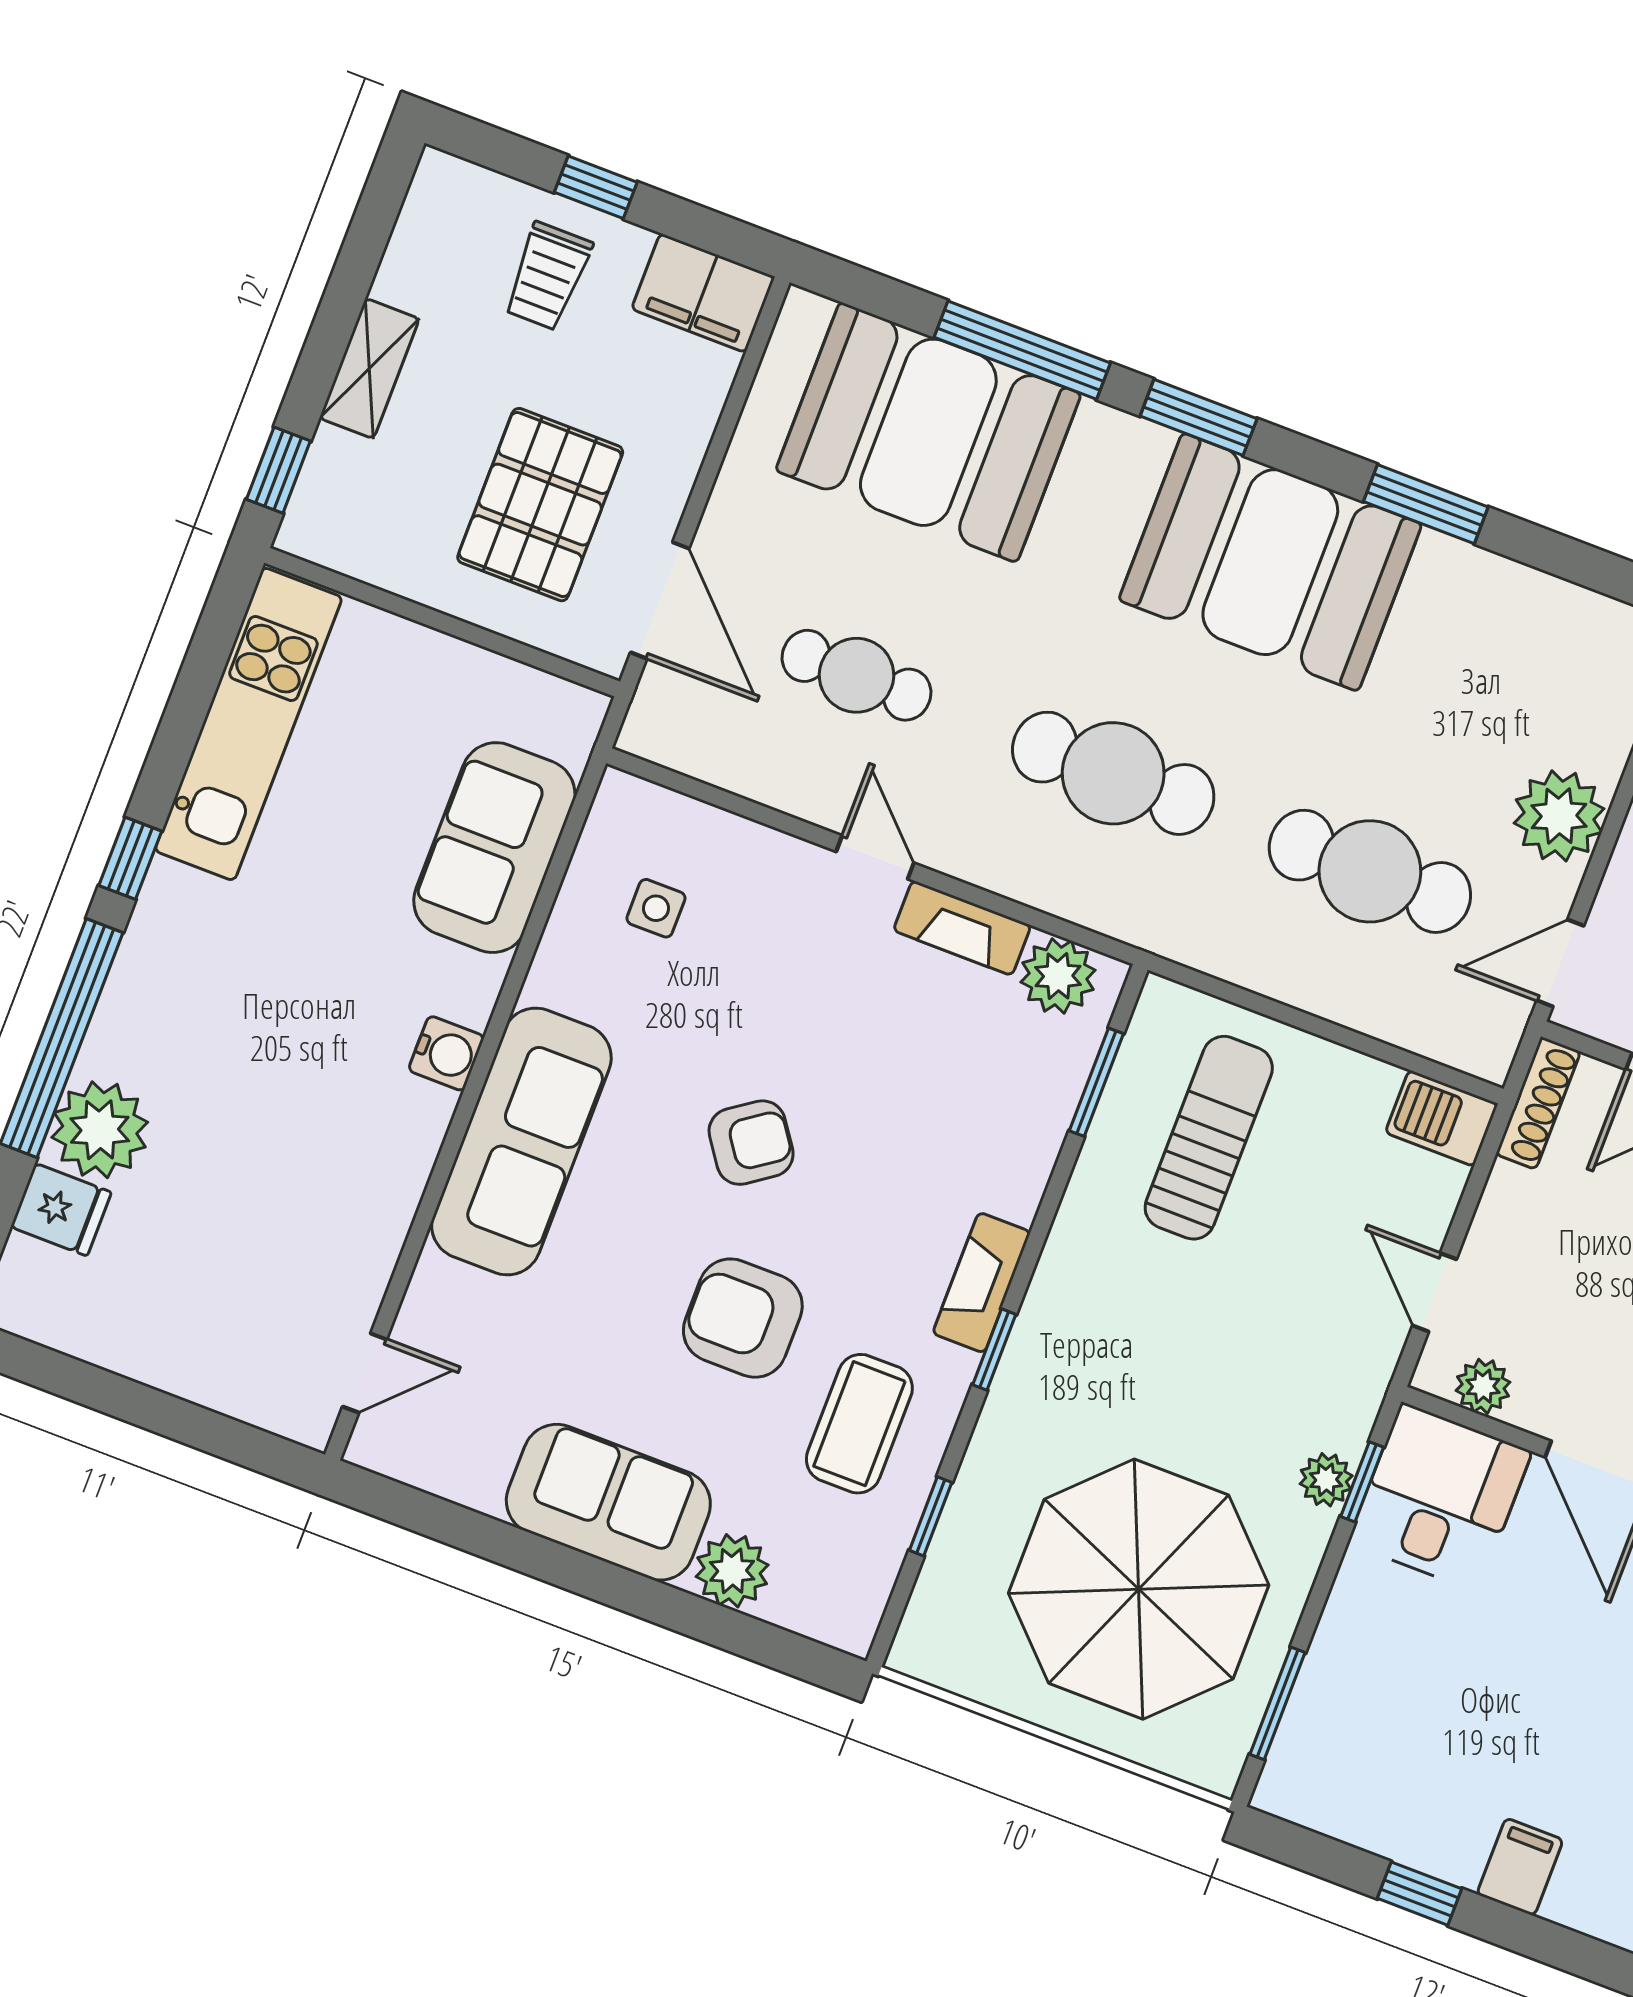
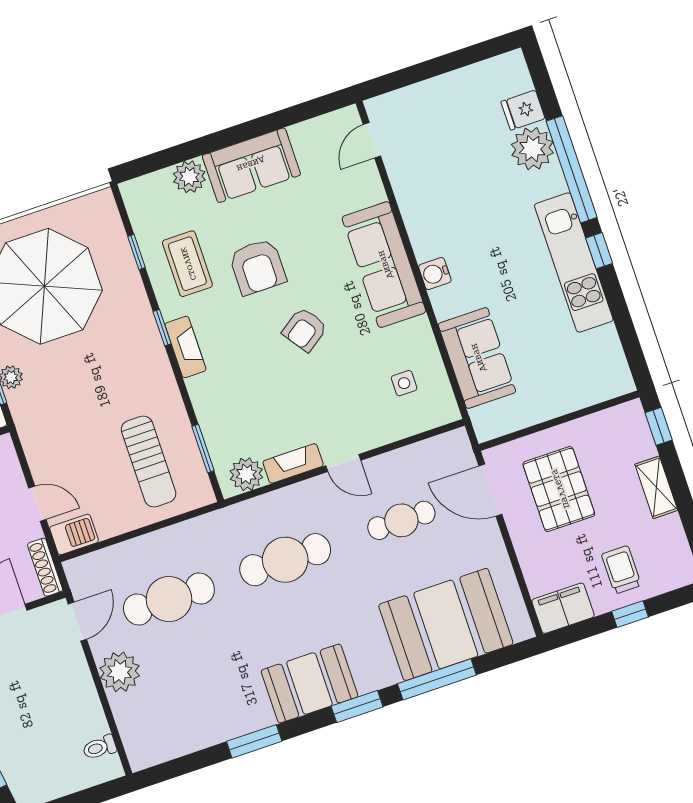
booth: (1270, 562) -> (309, 683), width x0.73, depth x0.70
kitchen unit: (248, 724) -> (574, 263), moved
door: (1434, 1292) -> (37, 504), moved
armchair: (743, 1318) -> (258, 267), turned 90

